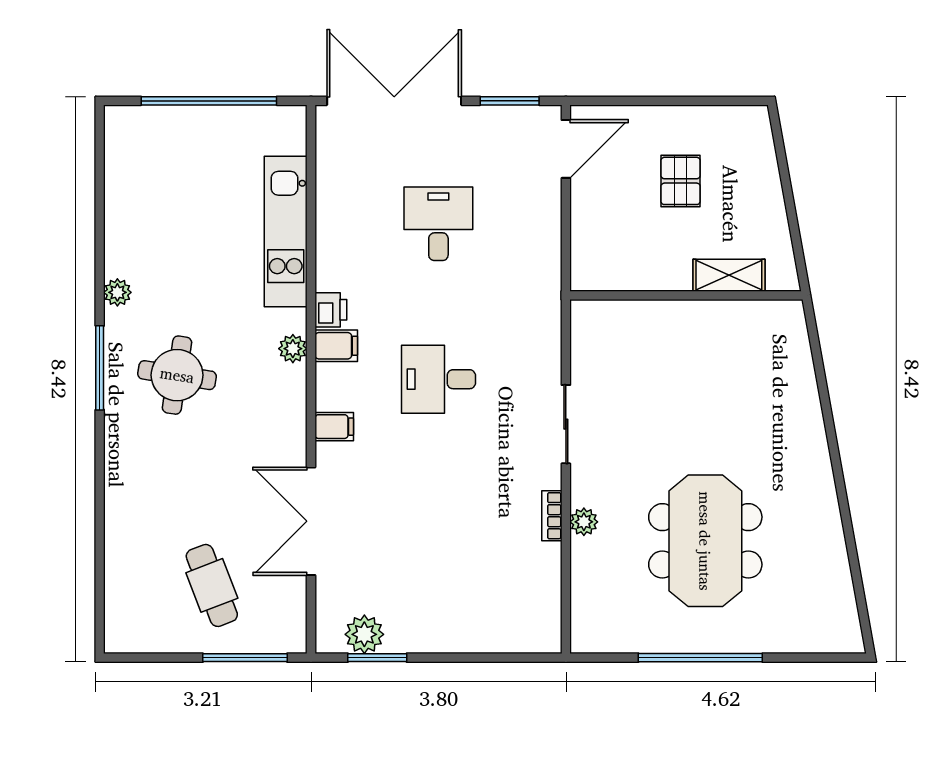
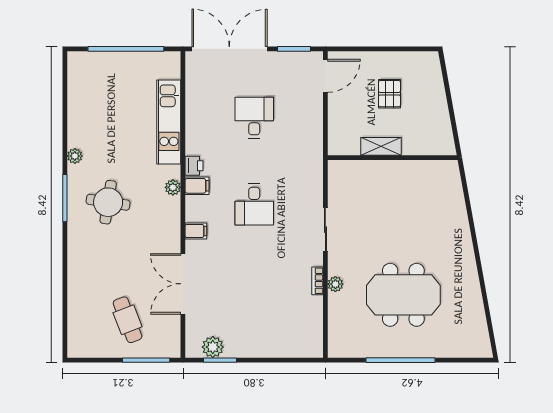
shelving: (729, 275) -> (381, 146), moved
desk: (438, 379) -> (254, 205), turned -90
meeting table: (705, 541) -> (403, 295), turned 90

